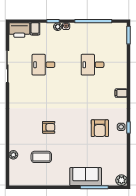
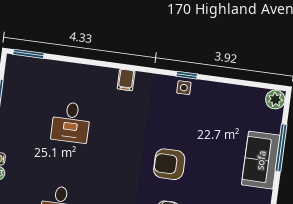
armchair: (100, 128) -> (169, 164), moved, turned 180

